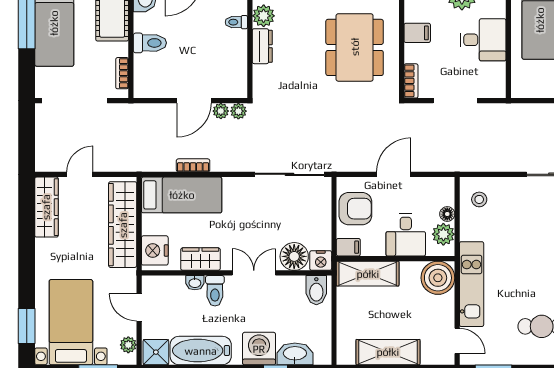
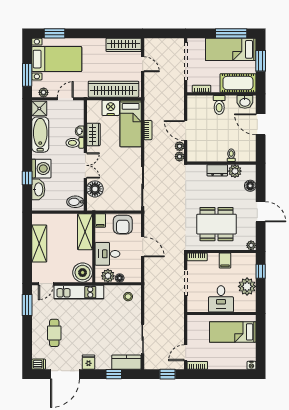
nightstand: (155, 250) -> (111, 108), moved
nightstand: (321, 261) -> (93, 204), removed

